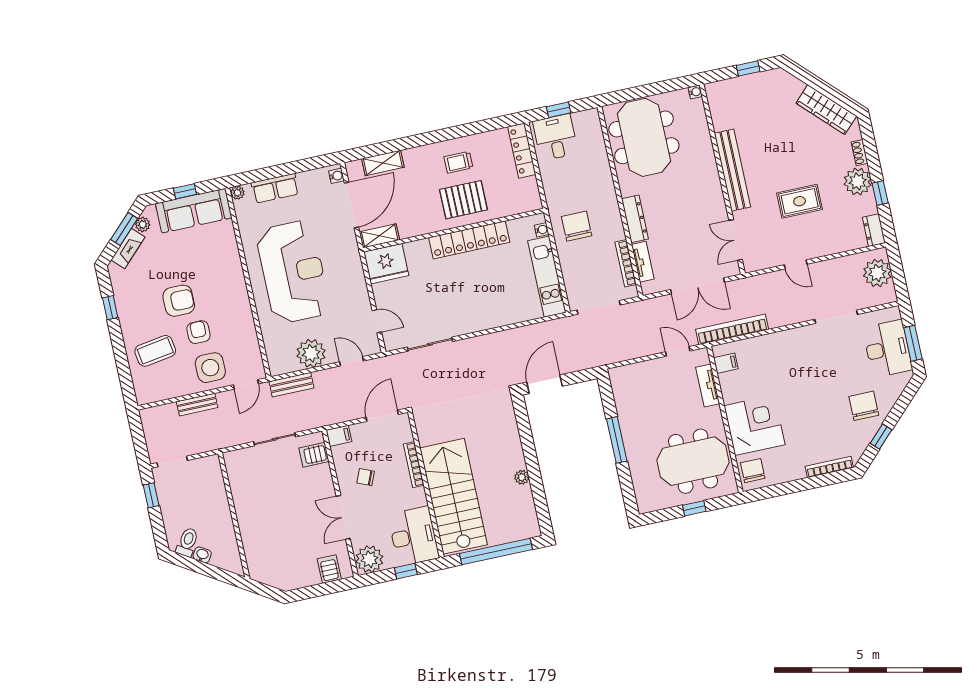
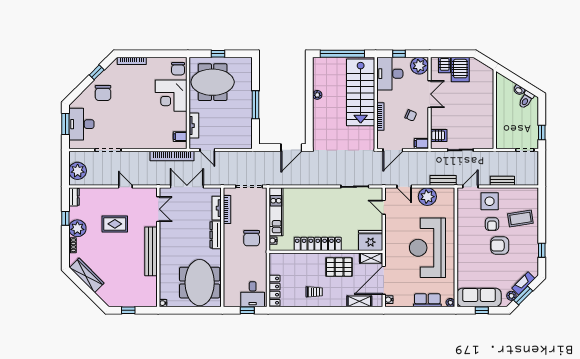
pallet: (463, 200) -> (339, 267), moved
server rack: (303, 567) -> (460, 70), added

